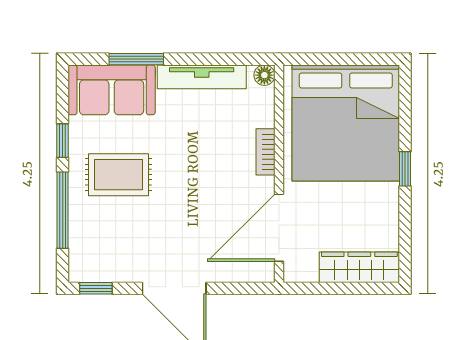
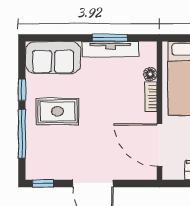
window: (136, 59) -> (110, 38), moved
floor lamp: (264, 75) -> (150, 74), moved
door: (279, 228) -> (159, 145), hinge flipped

